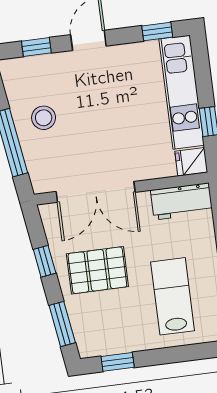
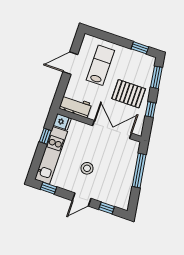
stool: (44, 118) -> (87, 168), moved
lab bench: (173, 296) -> (100, 65), turned 180

